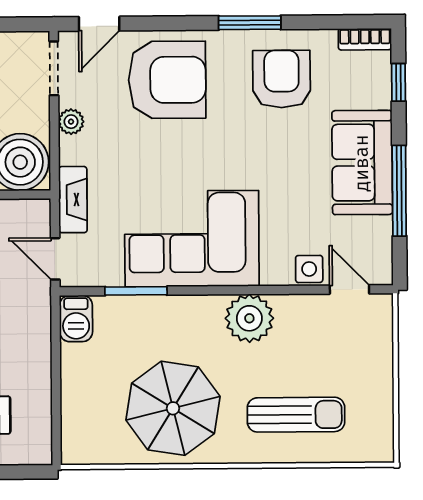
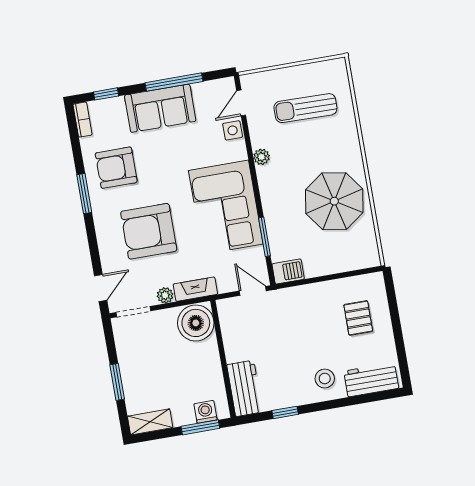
door: (99, 24) -> (101, 288), hinge flipped
armchair: (167, 80) -> (149, 231), moved, turned -90
fireplace: (73, 200) -> (195, 289), moved
door: (55, 259) -> (253, 291), swing flipped
plant: (249, 318) -> (261, 157), width x0.53, depth x0.53
sun lounger: (296, 415) -> (305, 108), moved, turned -89

